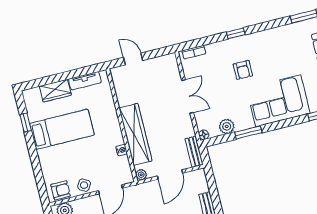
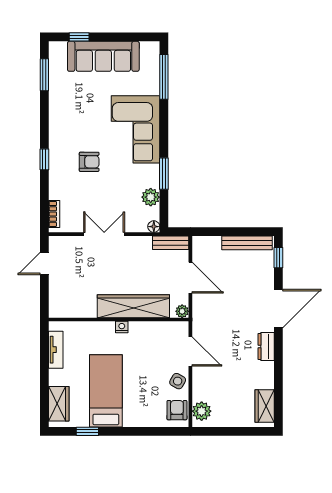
door: (133, 59) -> (44, 263), moved
wardrobe: (55, 91) -> (59, 404), moved
nightstand: (122, 150) -> (122, 327), moved

